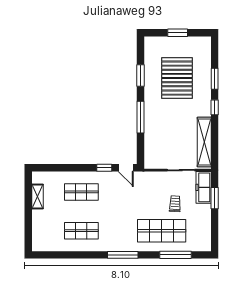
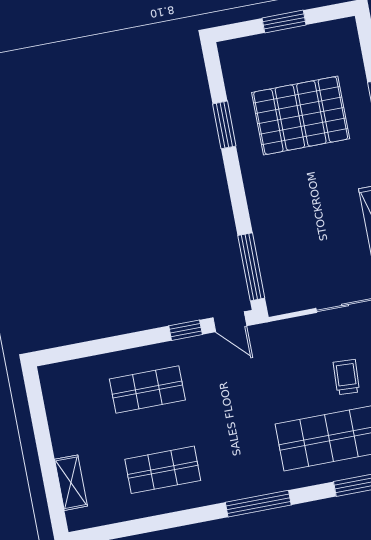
pallet: (177, 78) -> (301, 116), turned 90
window: (141, 117) -> (251, 267), moved
shelving: (37, 196) -> (71, 483), moved

